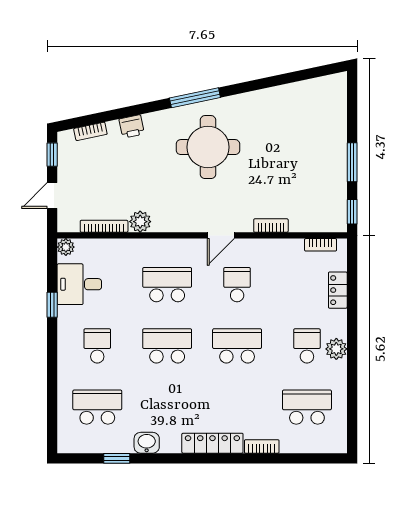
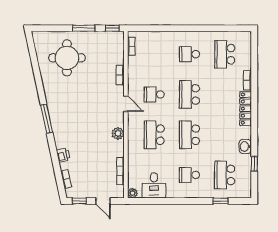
round table: (208, 147) -> (67, 58), moved
plant: (140, 222) -> (118, 133), moved
locker: (338, 290) -> (157, 36), removed
window: (52, 305) -> (220, 201), moved
plant: (336, 349) -> (191, 37), removed

